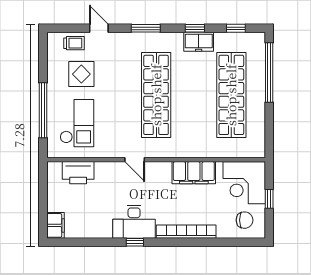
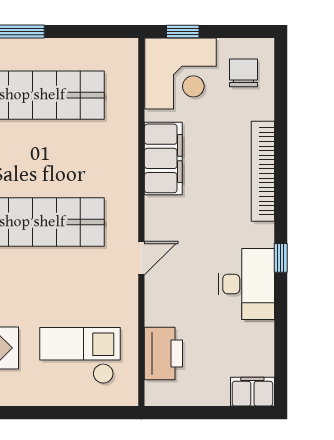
window: (43, 110) -> (58, 413), removed
window: (269, 199) -> (183, 31), moved
desk: (134, 222) -> (246, 284), moved

